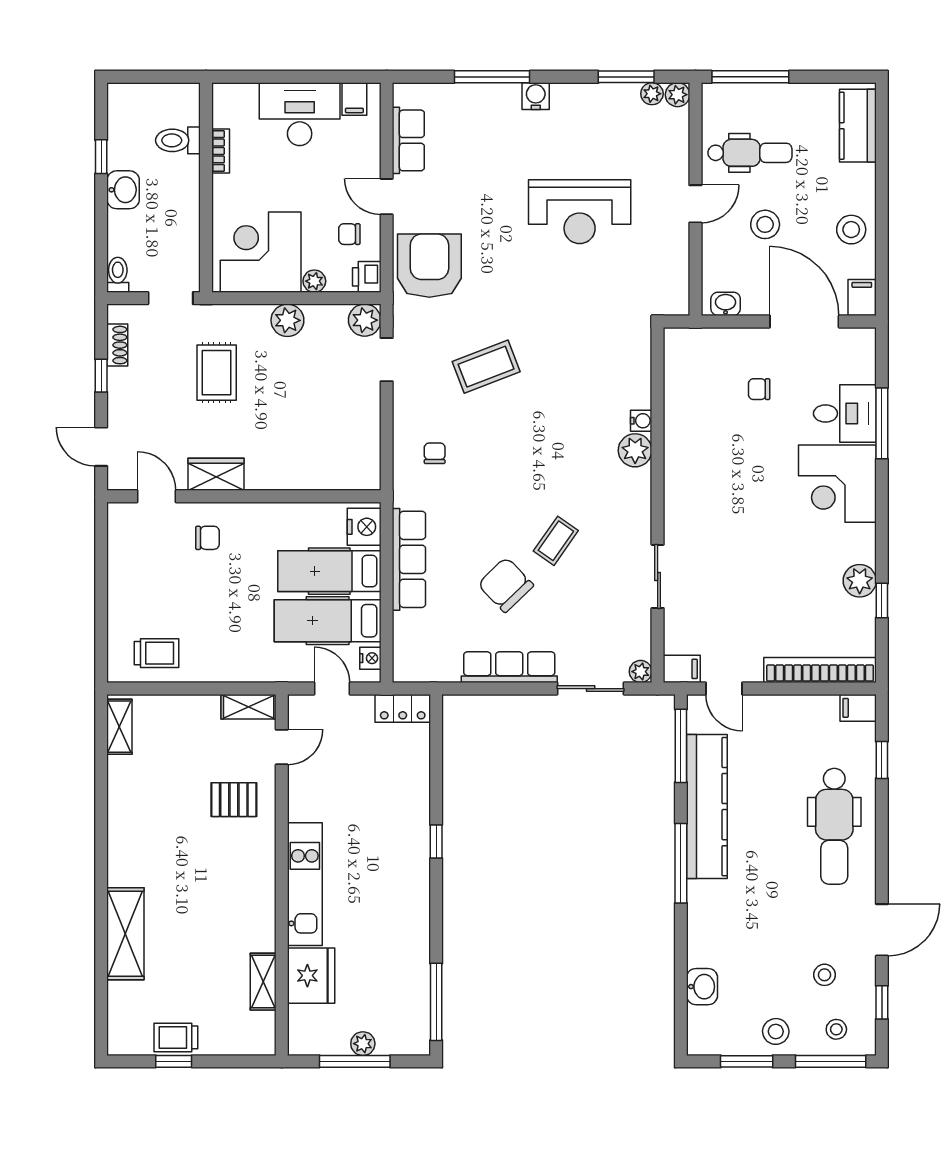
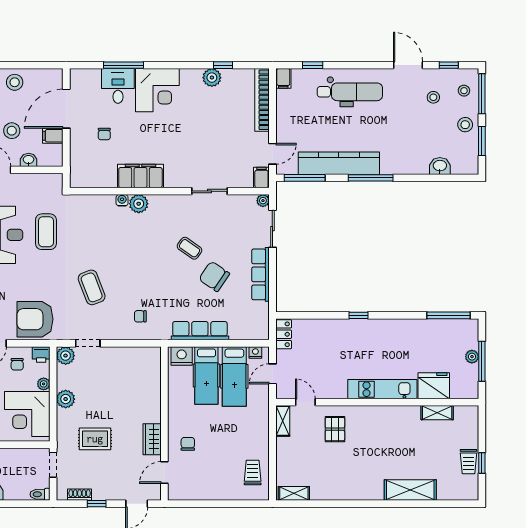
coffee table: (585, 285) -> (46, 232), added
filing cabinet: (862, 298) -> (53, 136), moved
washbasin: (726, 304) -> (29, 160), moved, turned 90
filing cabinet: (684, 454) -> (140, 176), added
chair: (506, 585) -> (214, 276), turned 78

